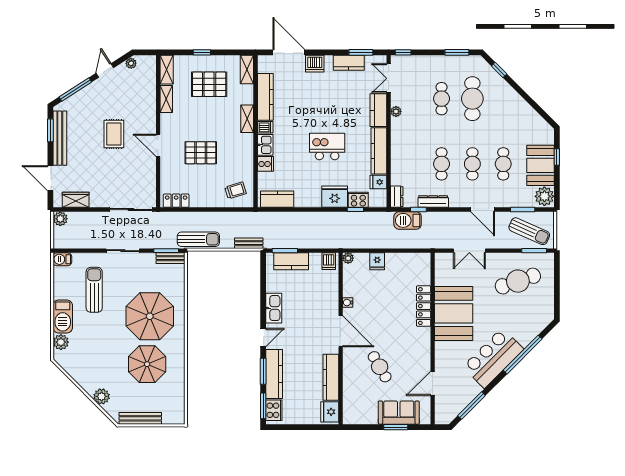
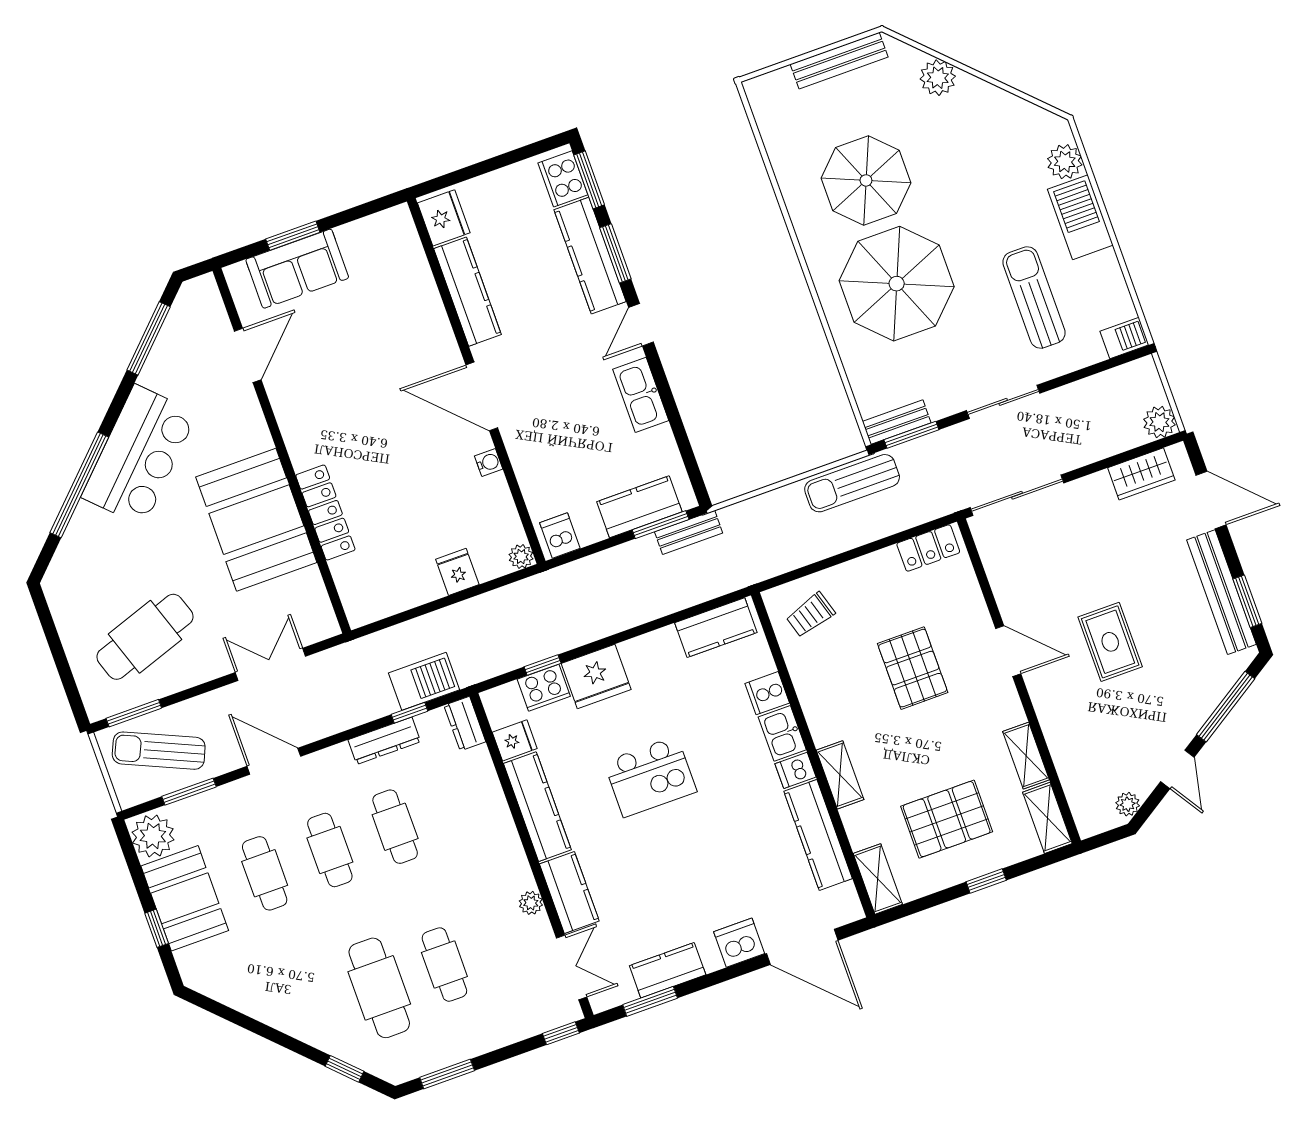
pallet: (201, 153) -> (913, 668), turned 90
bench: (249, 243) -> (689, 532), moved
sun lounger: (94, 290) -> (1034, 297), turned 180
cafe table: (380, 367) -> (372, 351), removed

